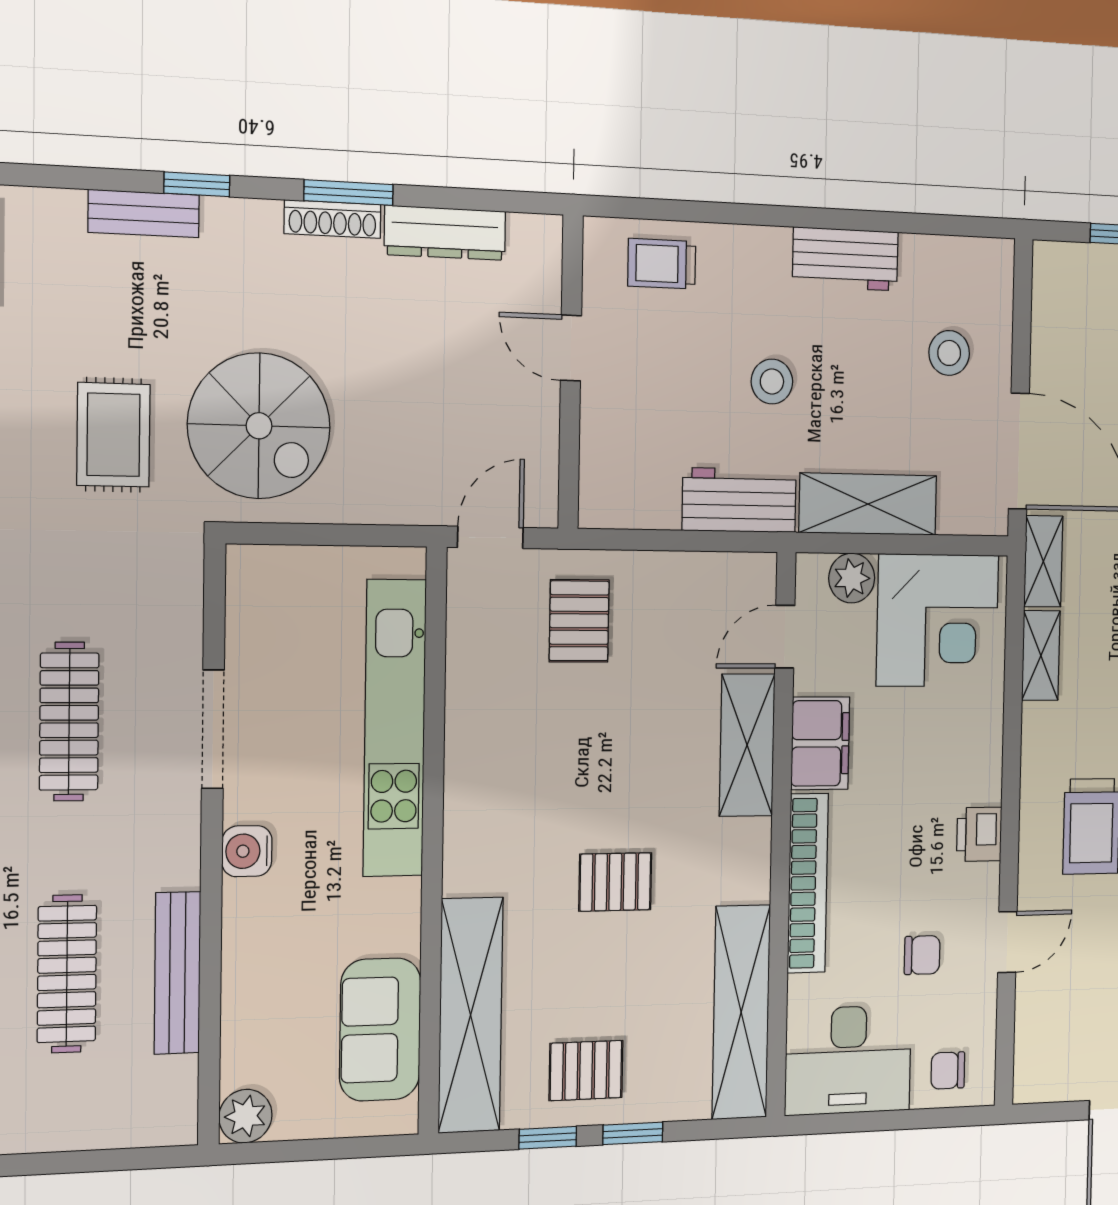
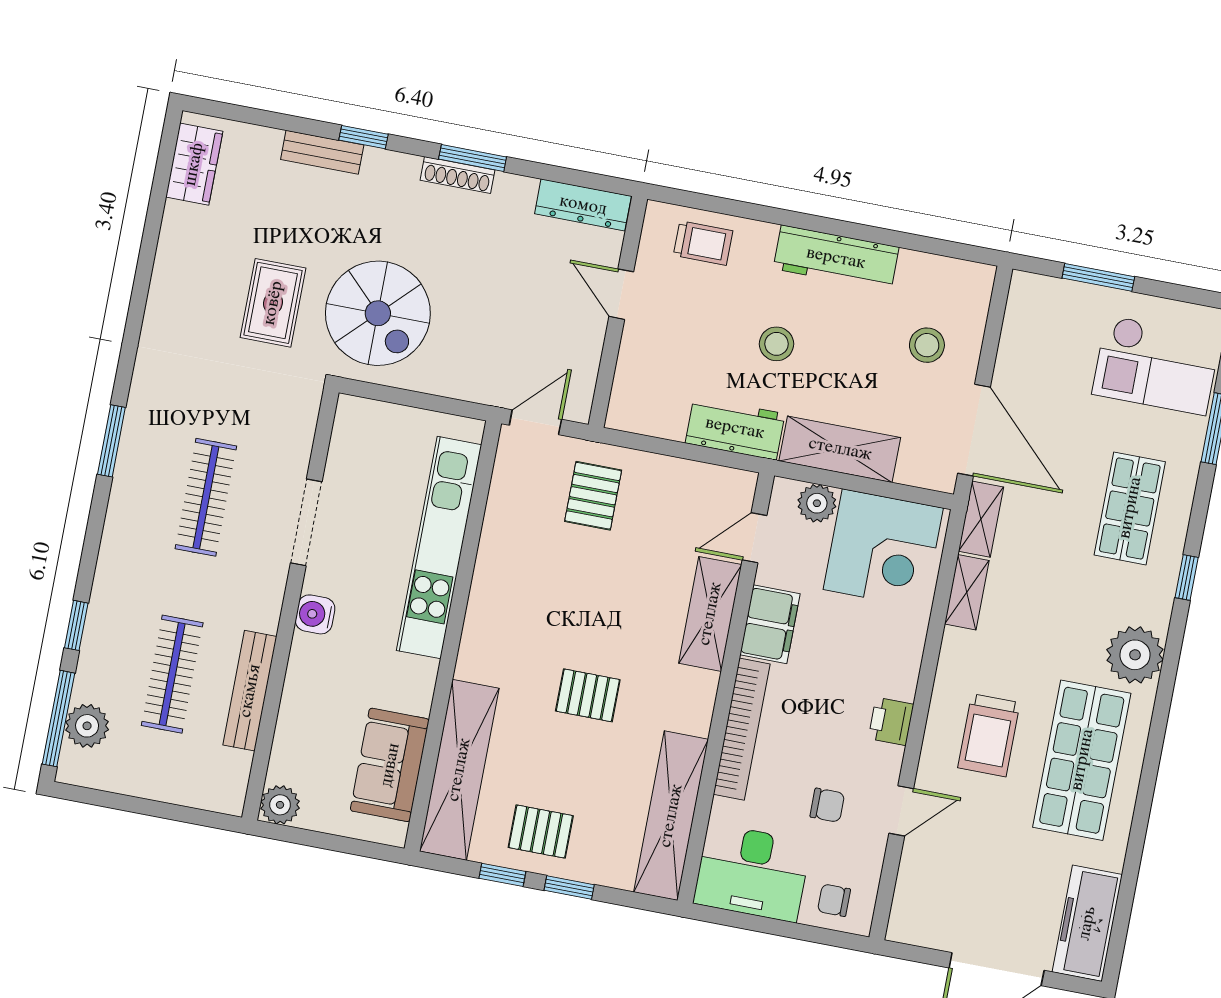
dresser: (445, 233) -> (583, 205), moved
workbench: (845, 259) -> (836, 258), width x1.37
trolley: (662, 264) -> (703, 243), turned 180

